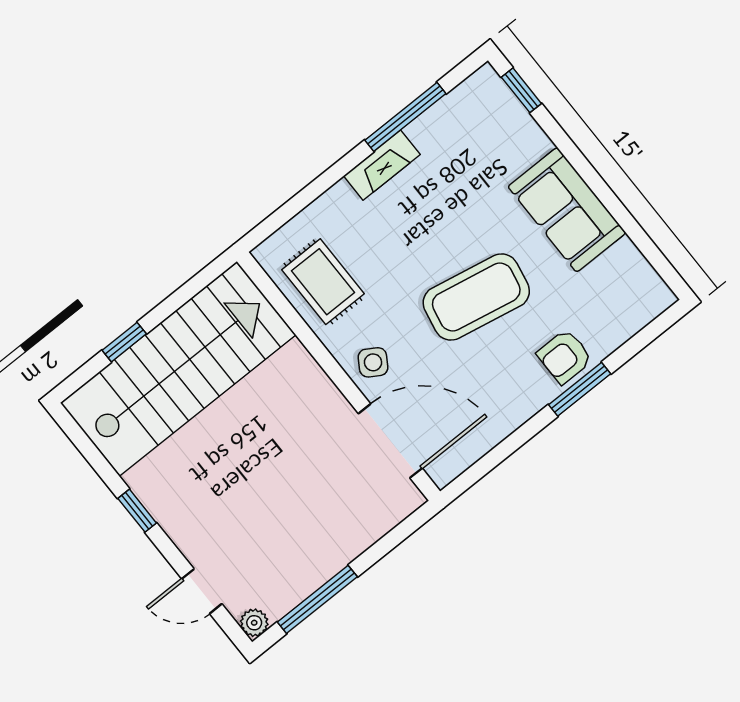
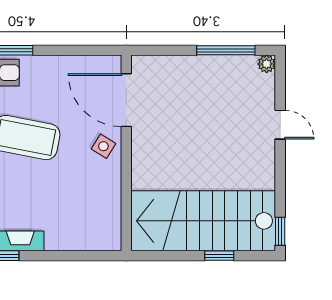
rug: (323, 282) -> (96, 206), removed
window: (137, 511) -> (280, 231), moved
door: (202, 591) -> (280, 125), moved

